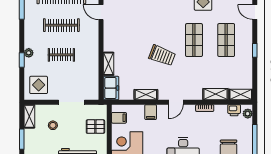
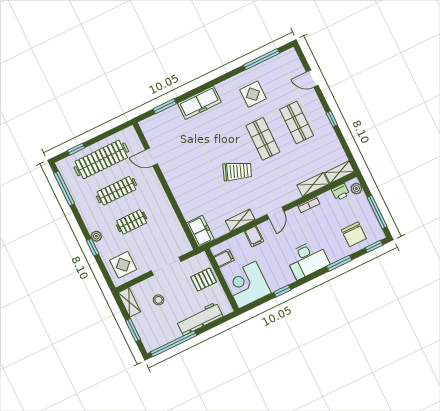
shelving: (109, 64) -> (185, 207), removed

